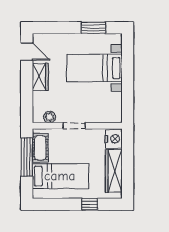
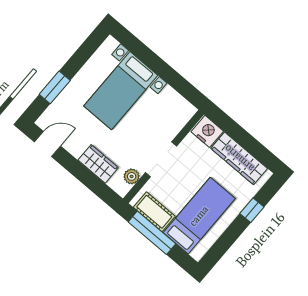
window: (93, 28) -> (55, 87), moved
wardrobe: (40, 77) -> (98, 164), moved
doorway: (74, 126) -> (161, 159), width x1.38

